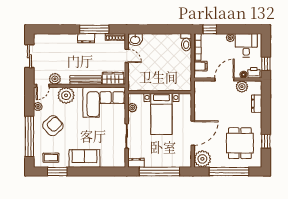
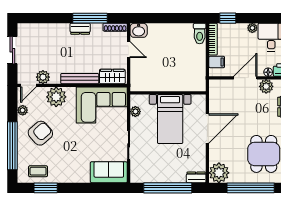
door: (193, 133) -> (207, 129), moved
sofa: (85, 158) -> (109, 172), moved
dresser: (136, 163) -> (196, 177), moved

